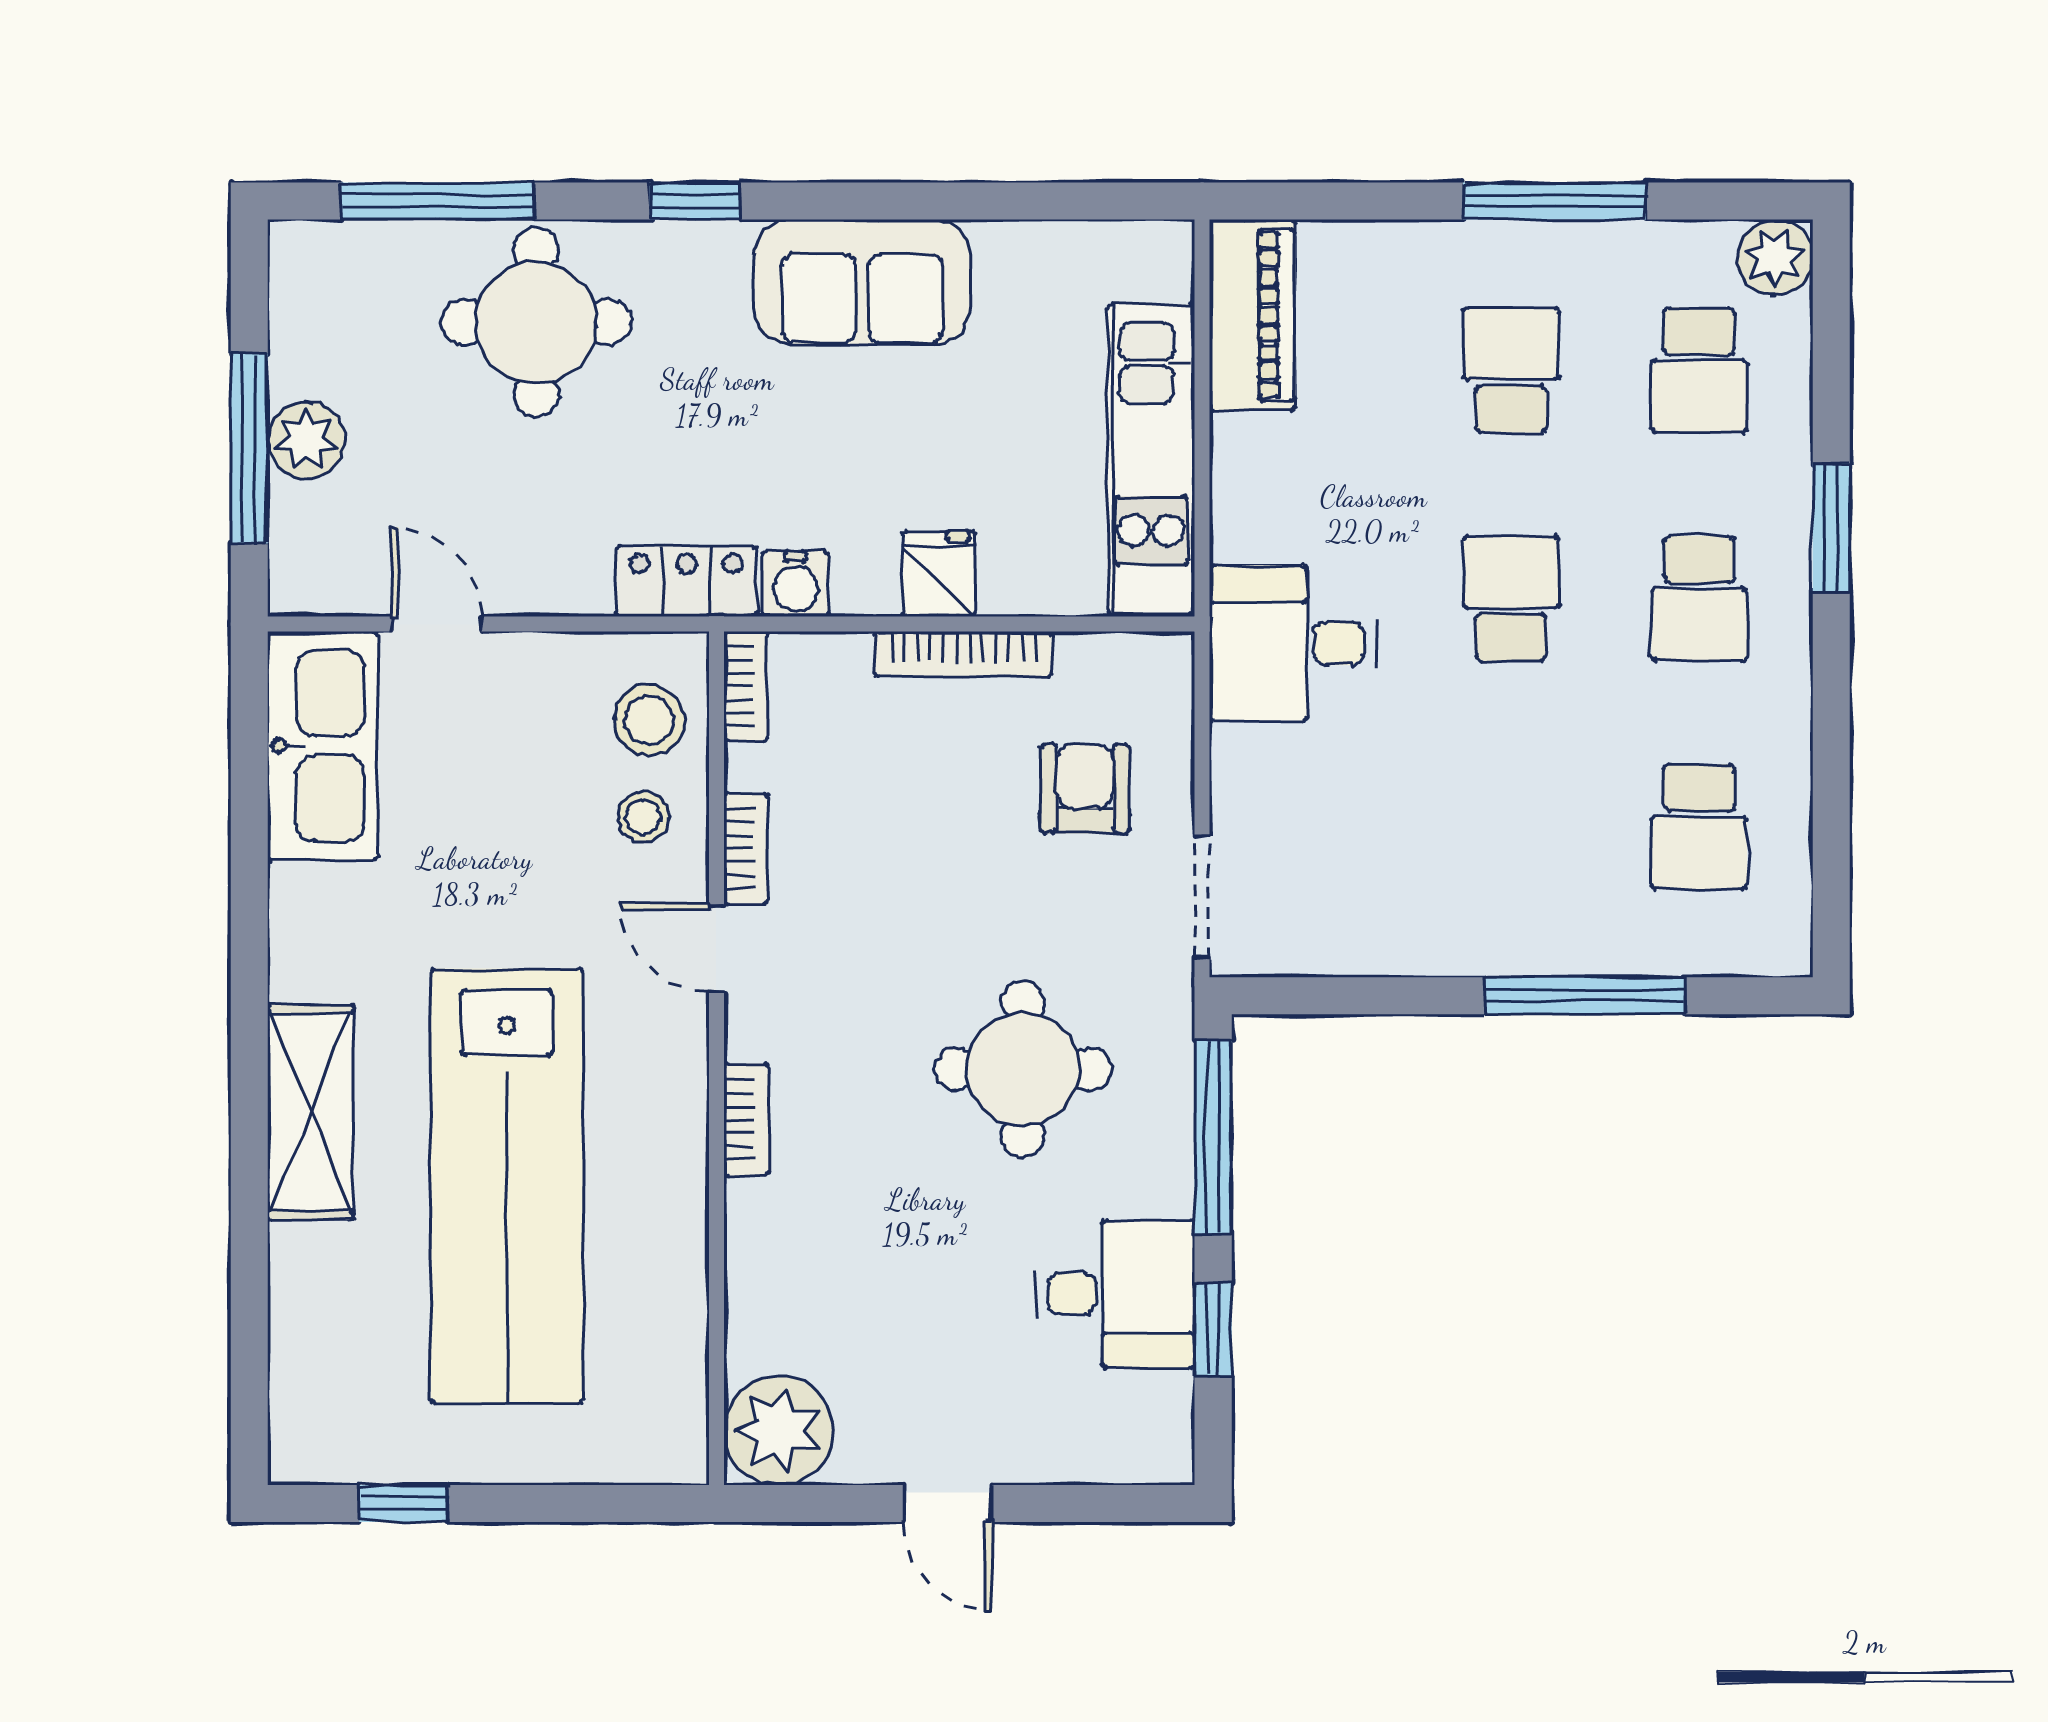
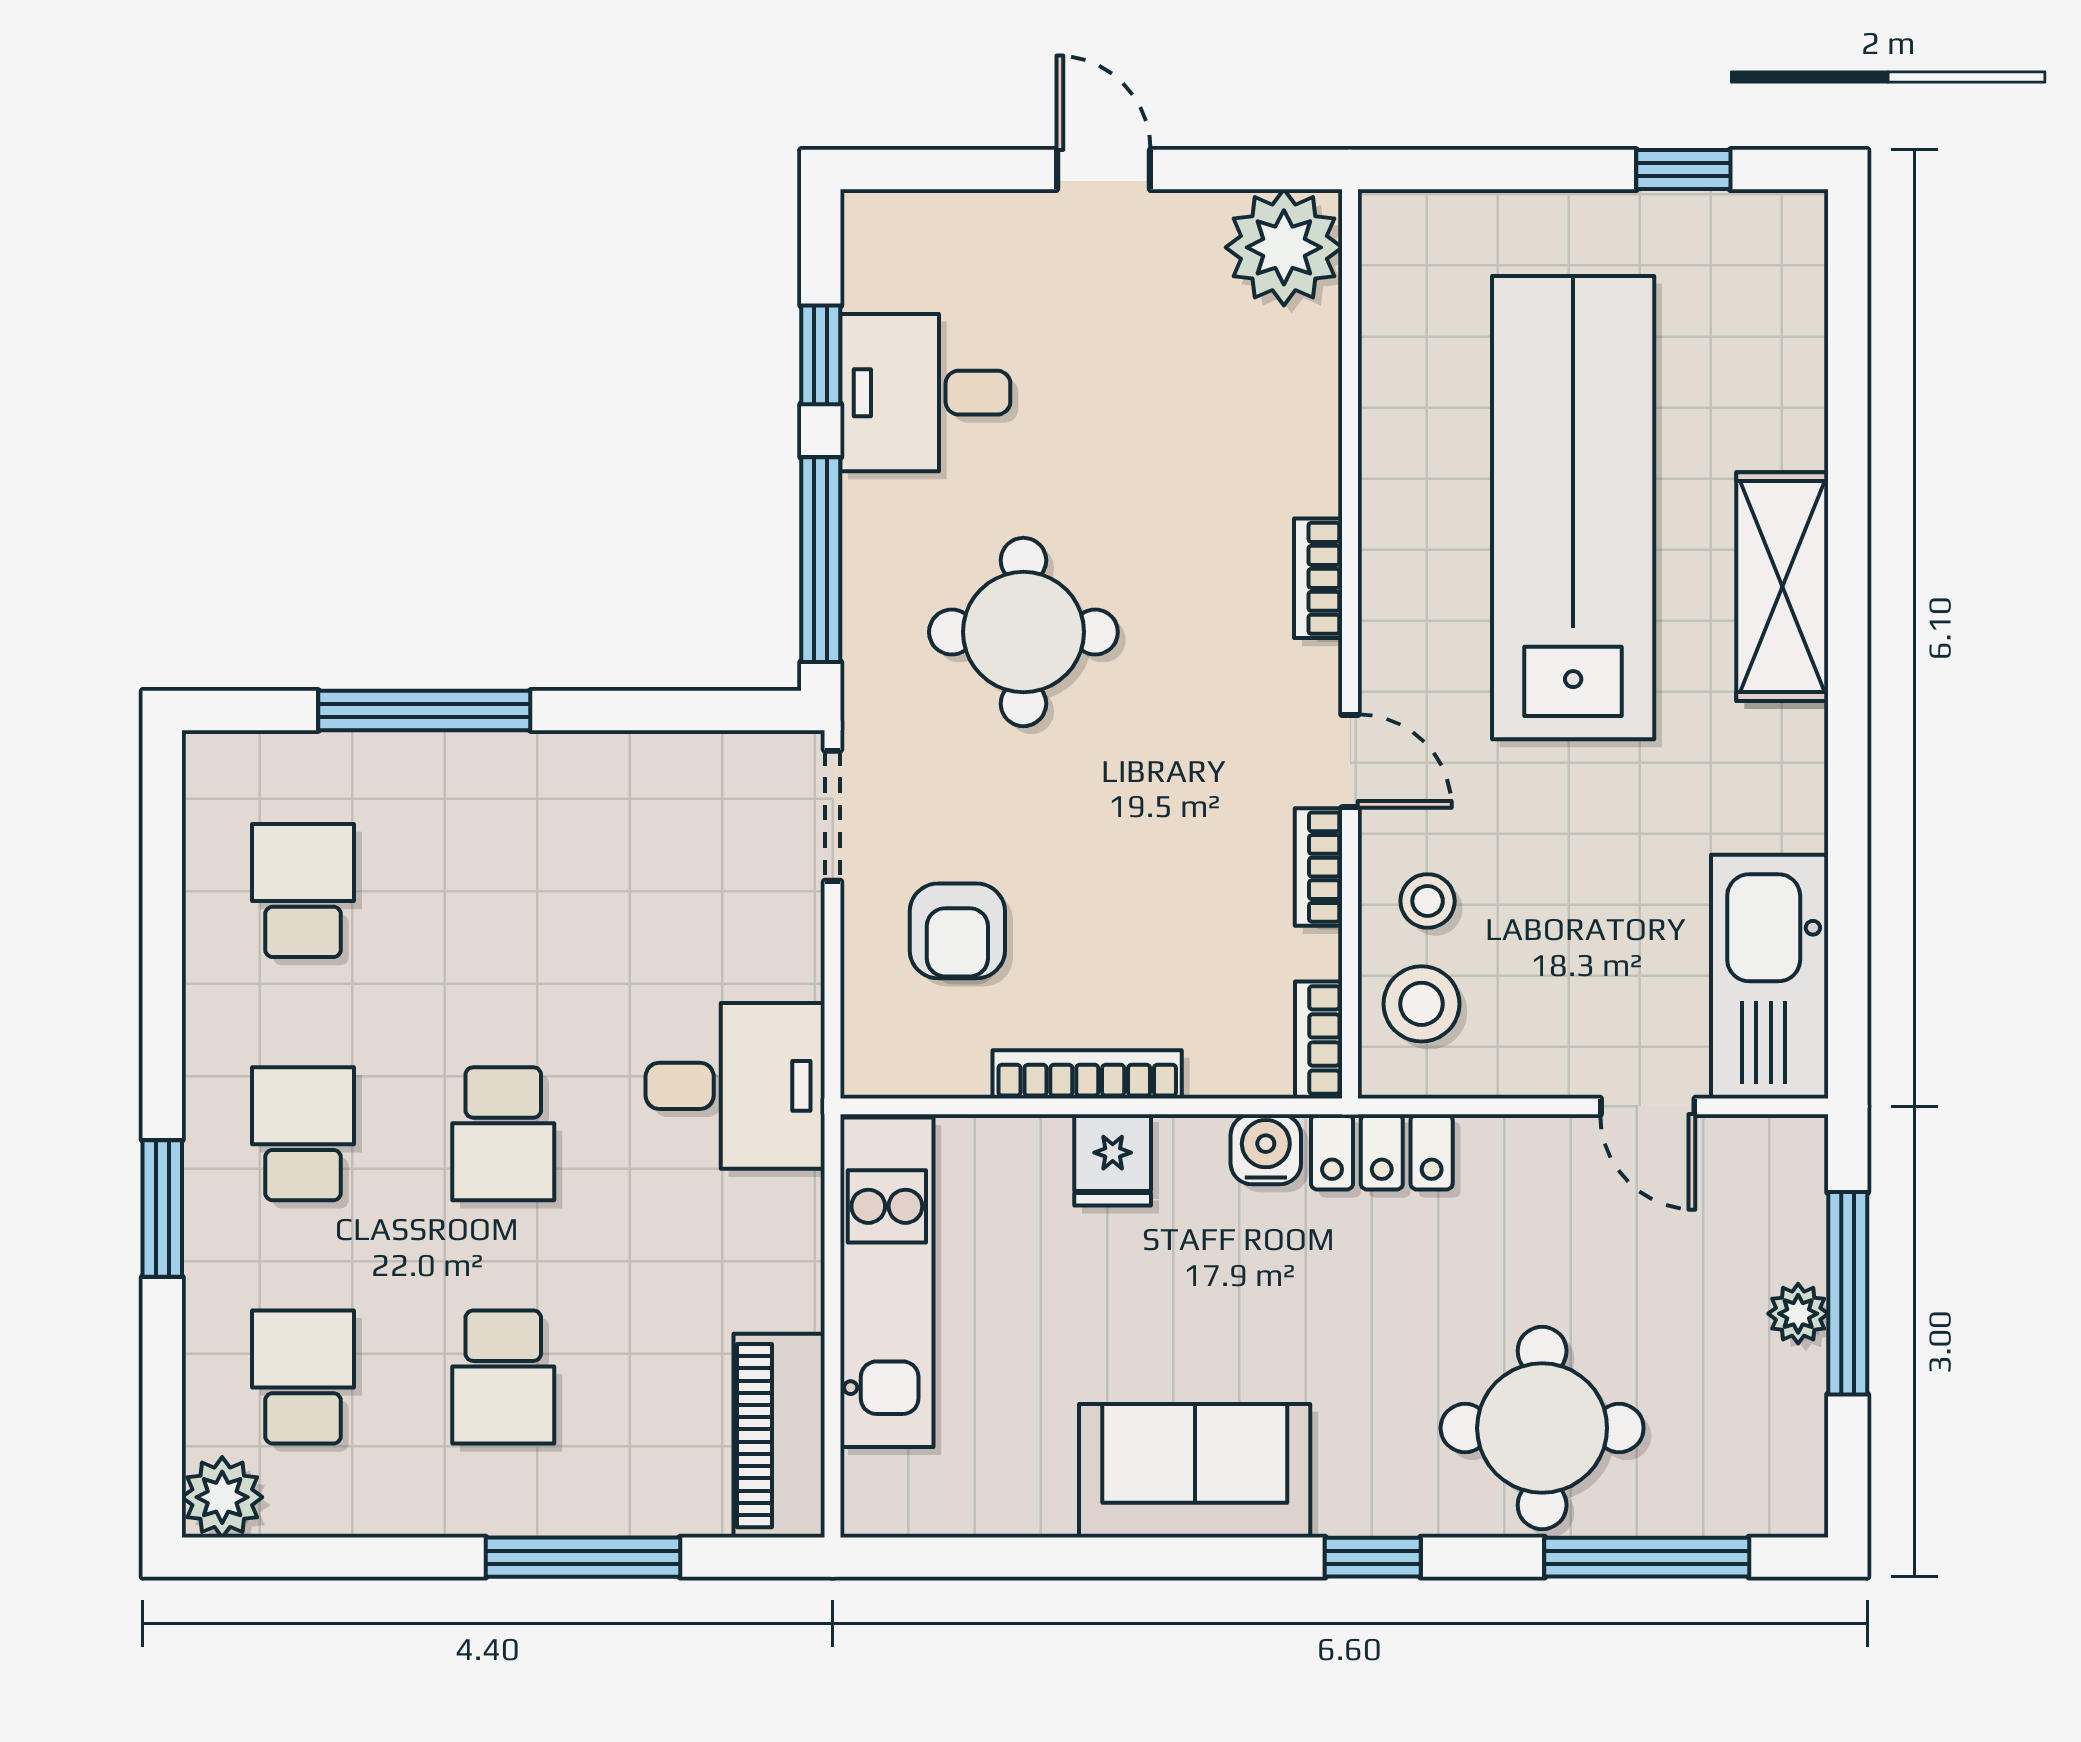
window: (1554, 201) -> (583, 1557), moved
plant: (306, 440) -> (1798, 1314), width x0.73, depth x0.73

